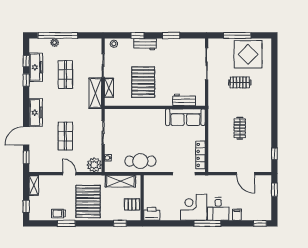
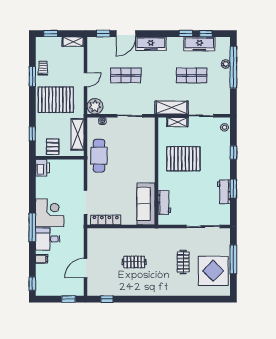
workbench: (145, 44) -> (224, 192), moved
door: (26, 136) -> (126, 34), swing flipped

